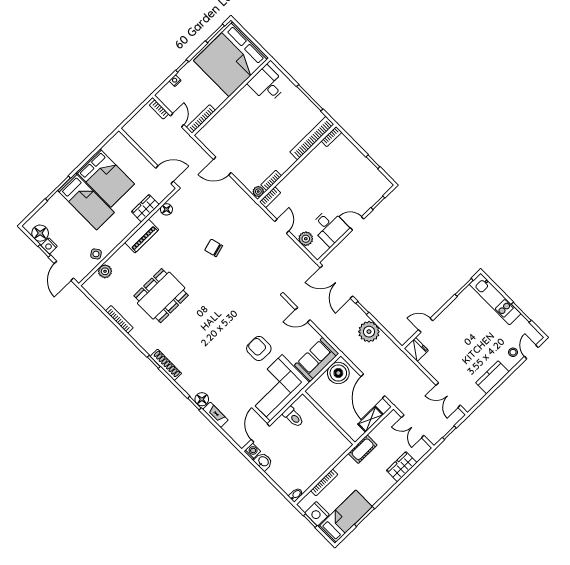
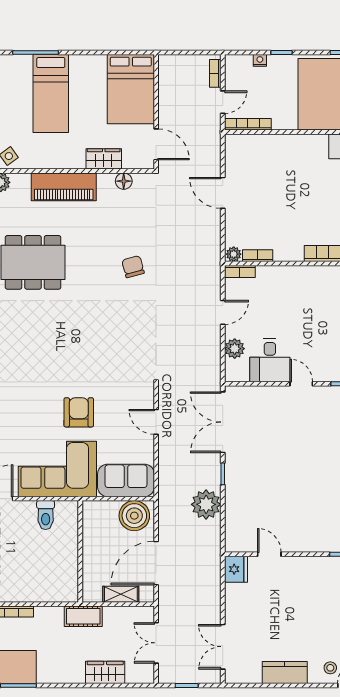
bed: (105, 178) -> (131, 89), moved
piano: (142, 236) -> (64, 187), width x1.37, depth x1.33

